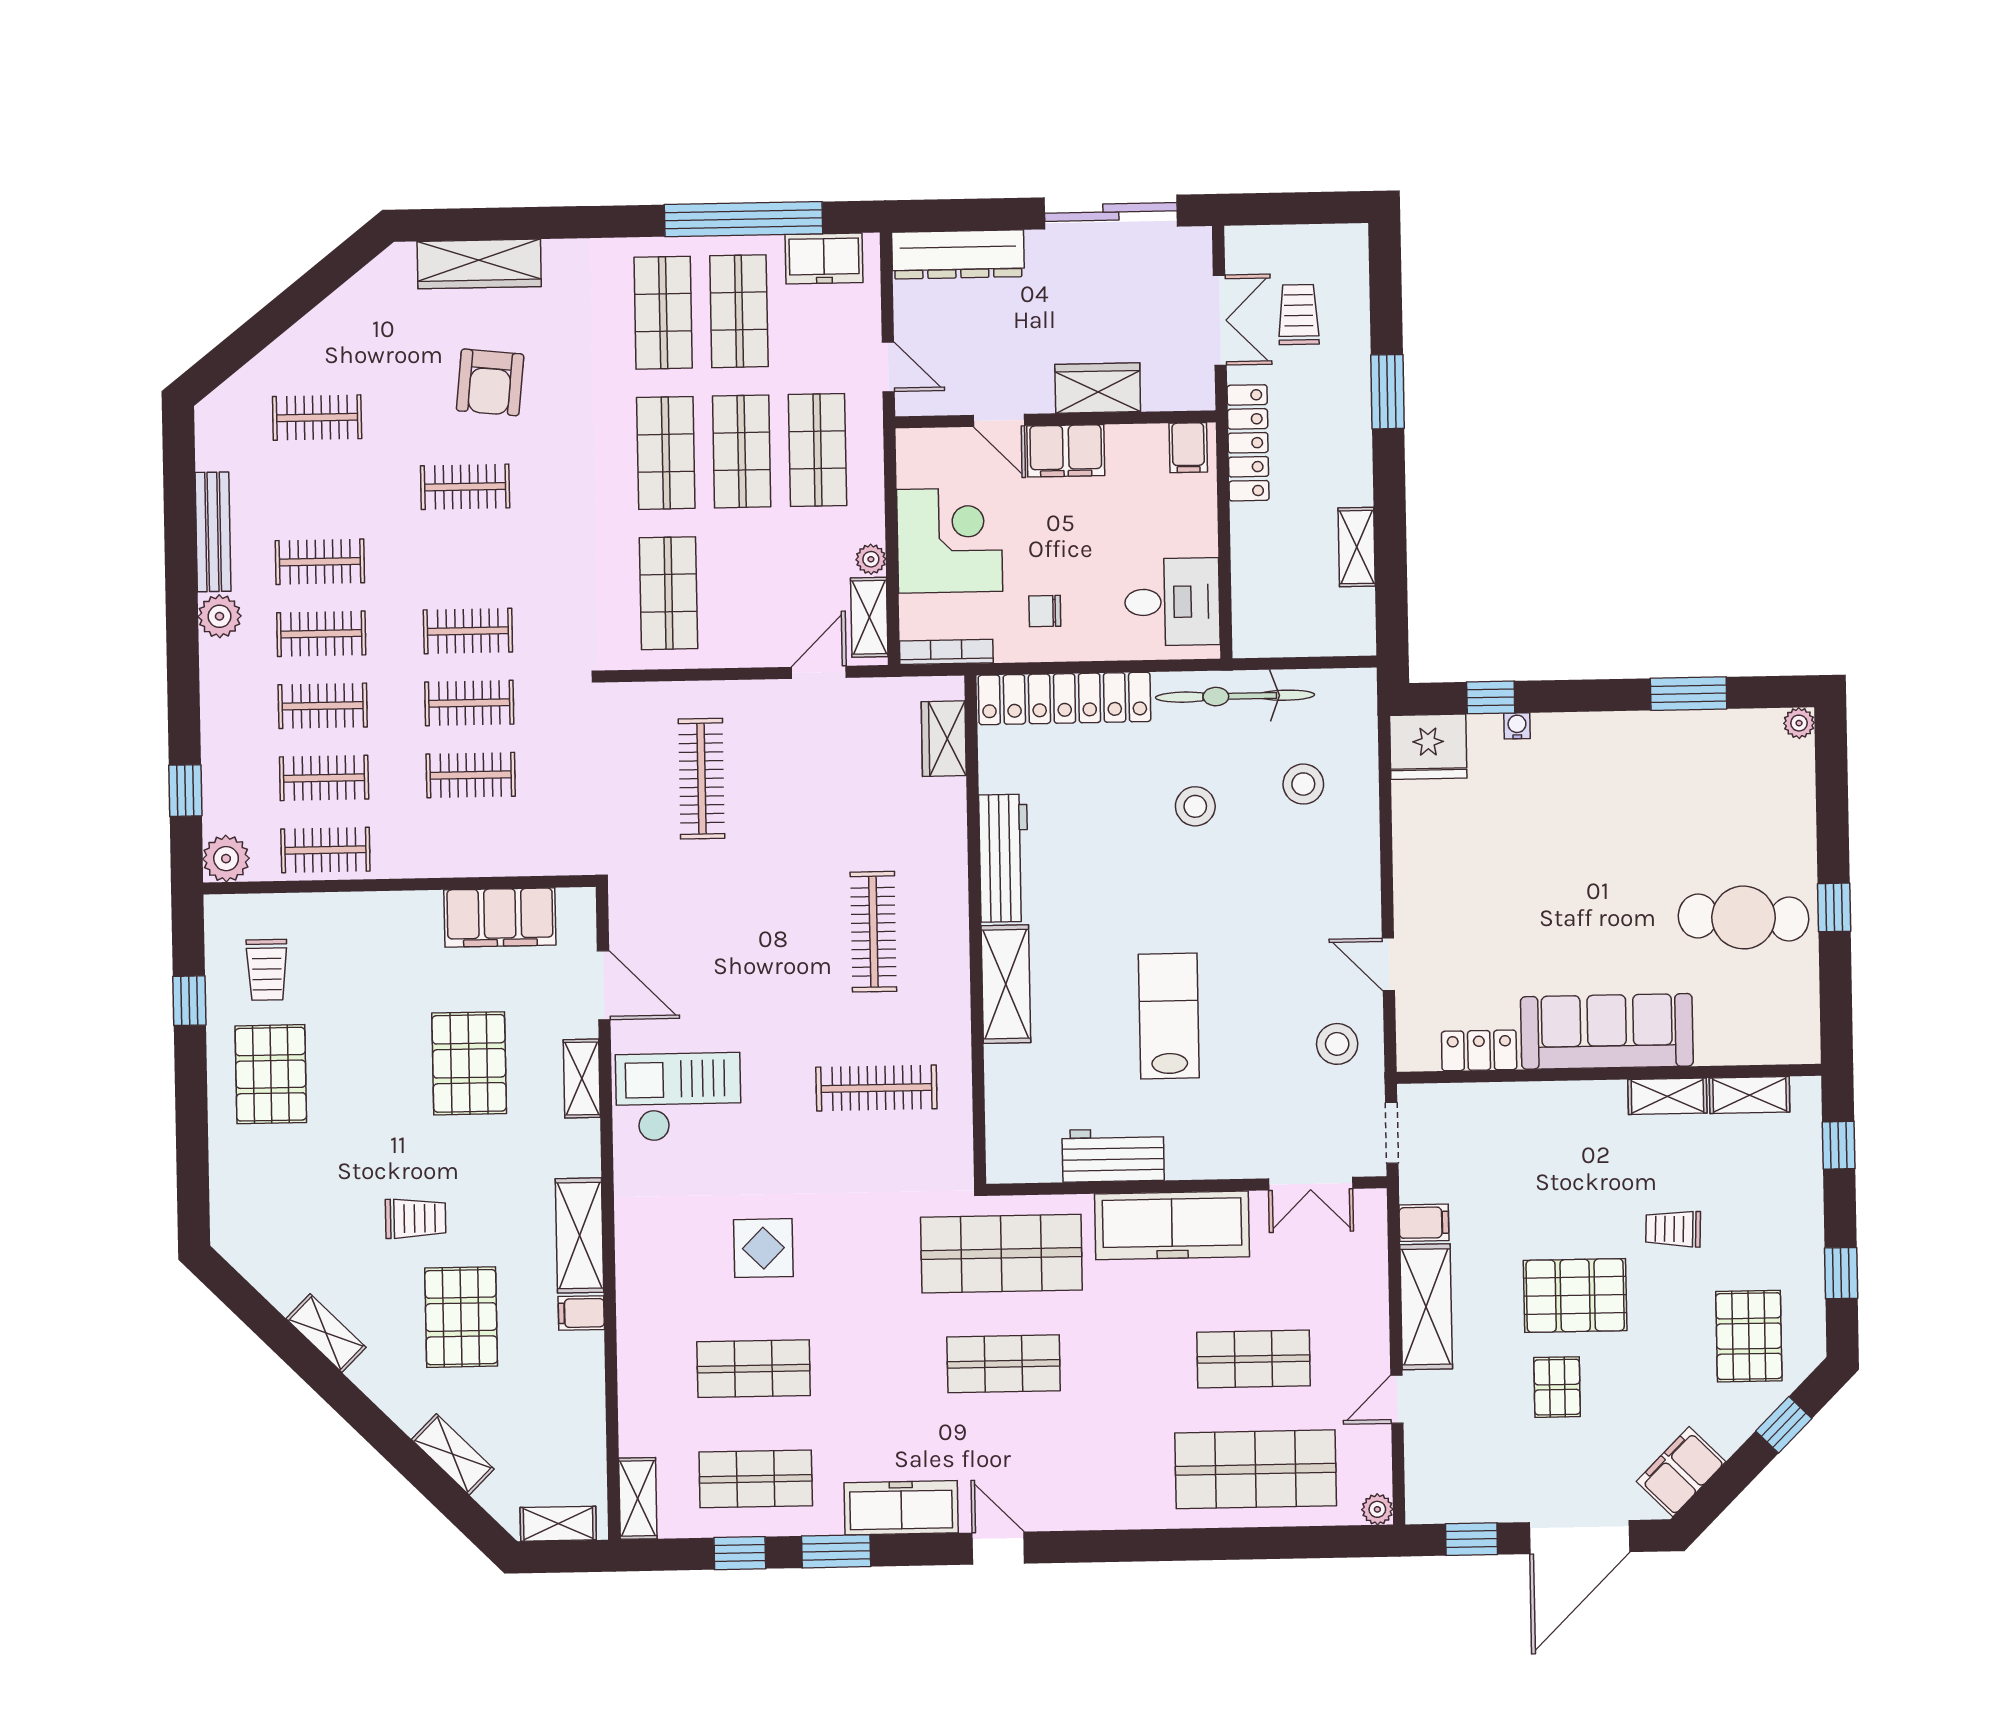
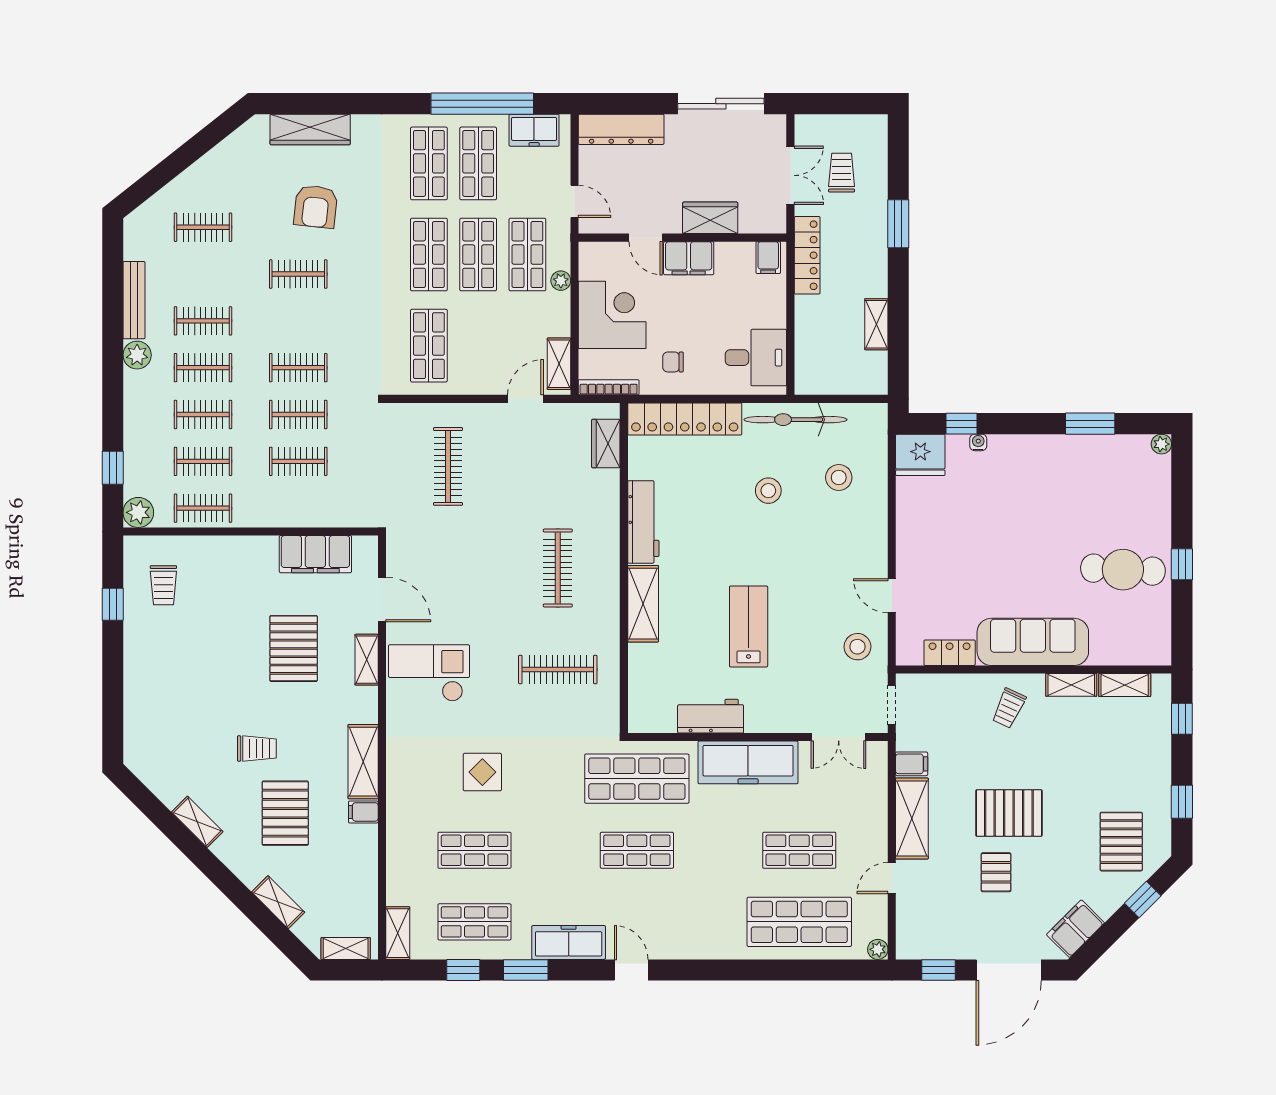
plant: (871, 559) -> (561, 281), moved
pallet: (271, 1074) -> (165, 653), removed
trolley: (1673, 1229) -> (1009, 708), moved, turned -67

